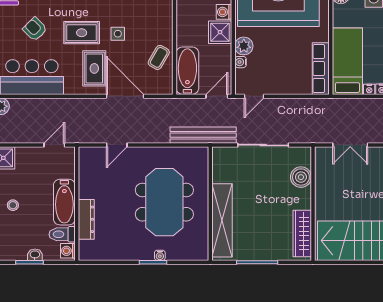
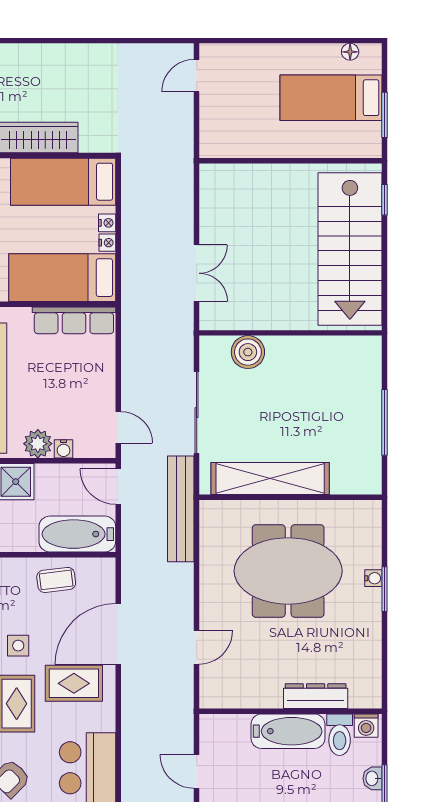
coffee table: (159, 57) -> (56, 580), turned -37
door: (54, 145) -> (197, 772), moved
door: (117, 145) -> (197, 647), hinge flipped
shelving: (222, 220) -> (270, 479), moved
wardrobe: (302, 234) -> (339, 350), removed

